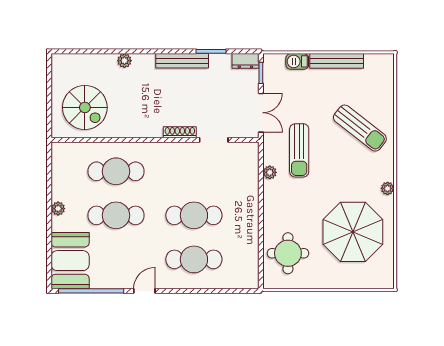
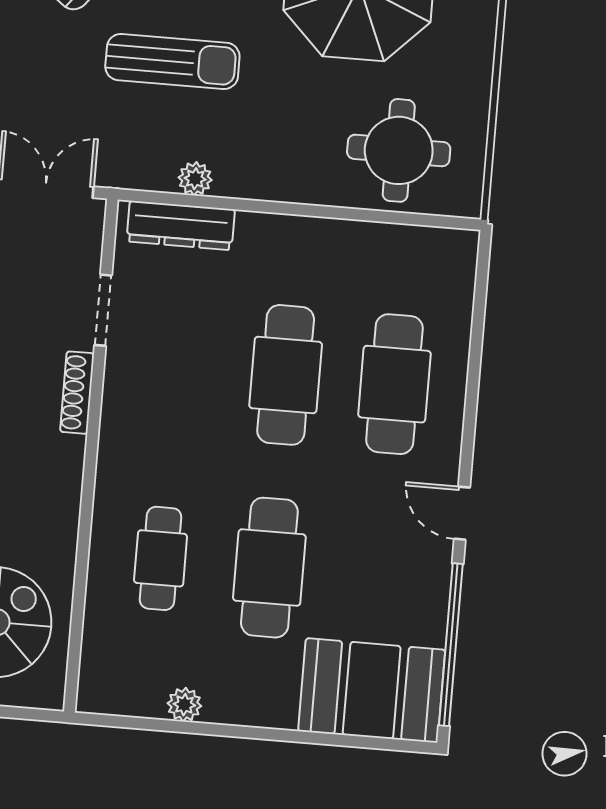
sun lounger: (299, 150) -> (172, 62), moved
dresser: (250, 168) -> (181, 225), added
cafe table: (116, 171) -> (161, 558), width x0.73, depth x0.74
plant: (58, 209) -> (184, 705), moved

